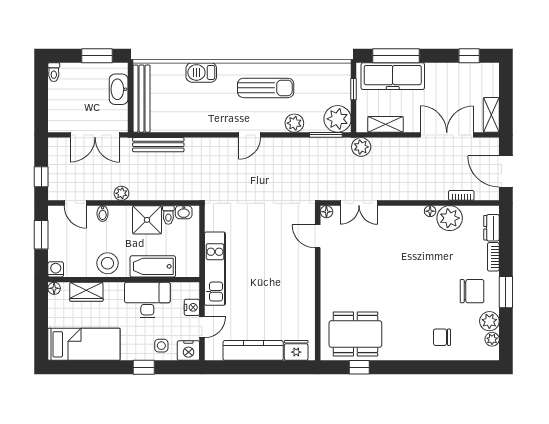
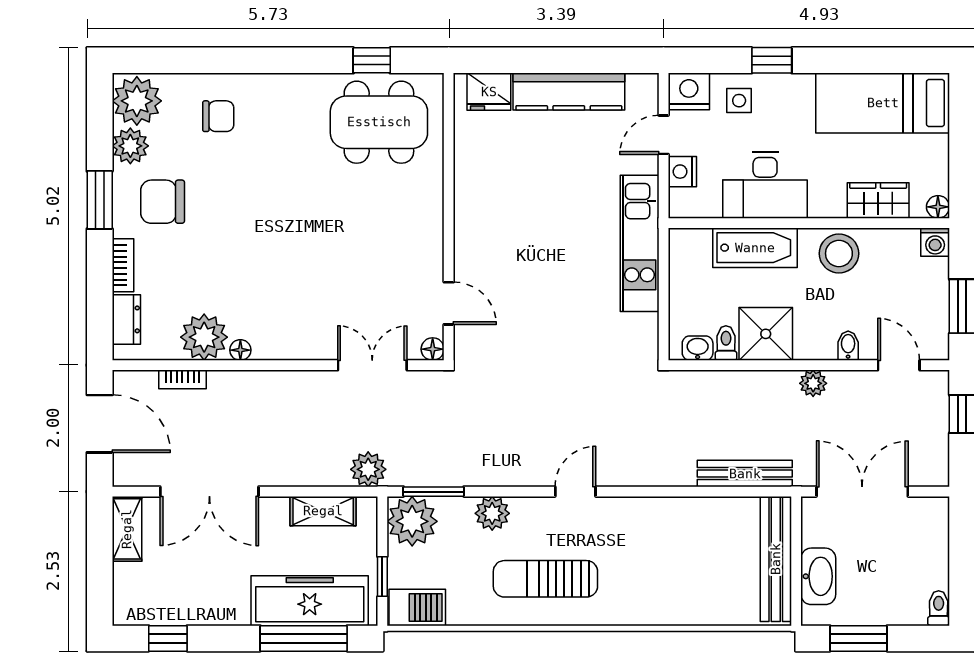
barbecue: (201, 72) -> (417, 607), moved
plant: (492, 339) -> (137, 101), width x1.87, depth x1.87

